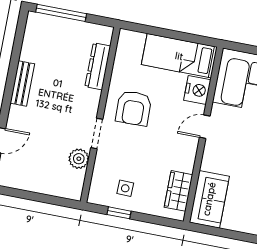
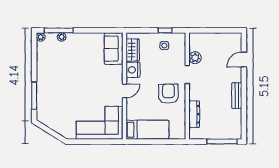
nightstand: (197, 90) -> (133, 70), moved

